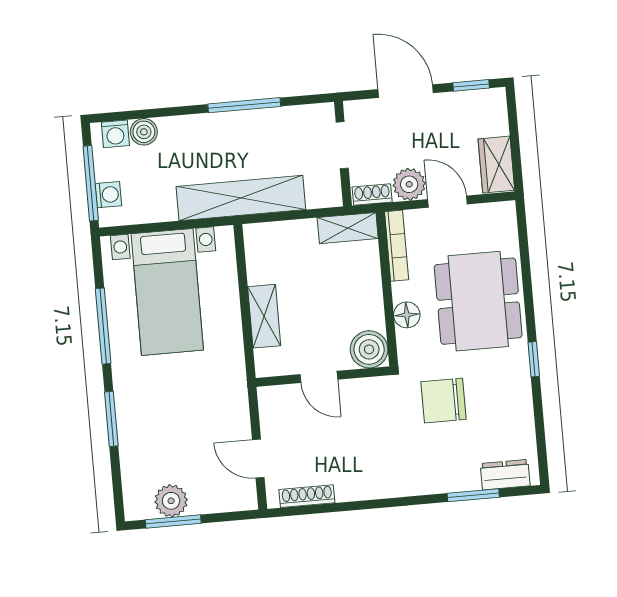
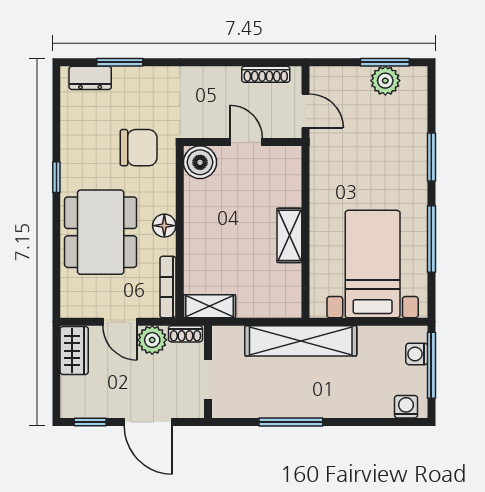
boiler: (144, 132) -> (381, 406), removed
boiler: (369, 349) -> (200, 162), moved
door: (319, 377) -> (246, 142), moved
wall: (323, 377) -> (243, 142), moved

